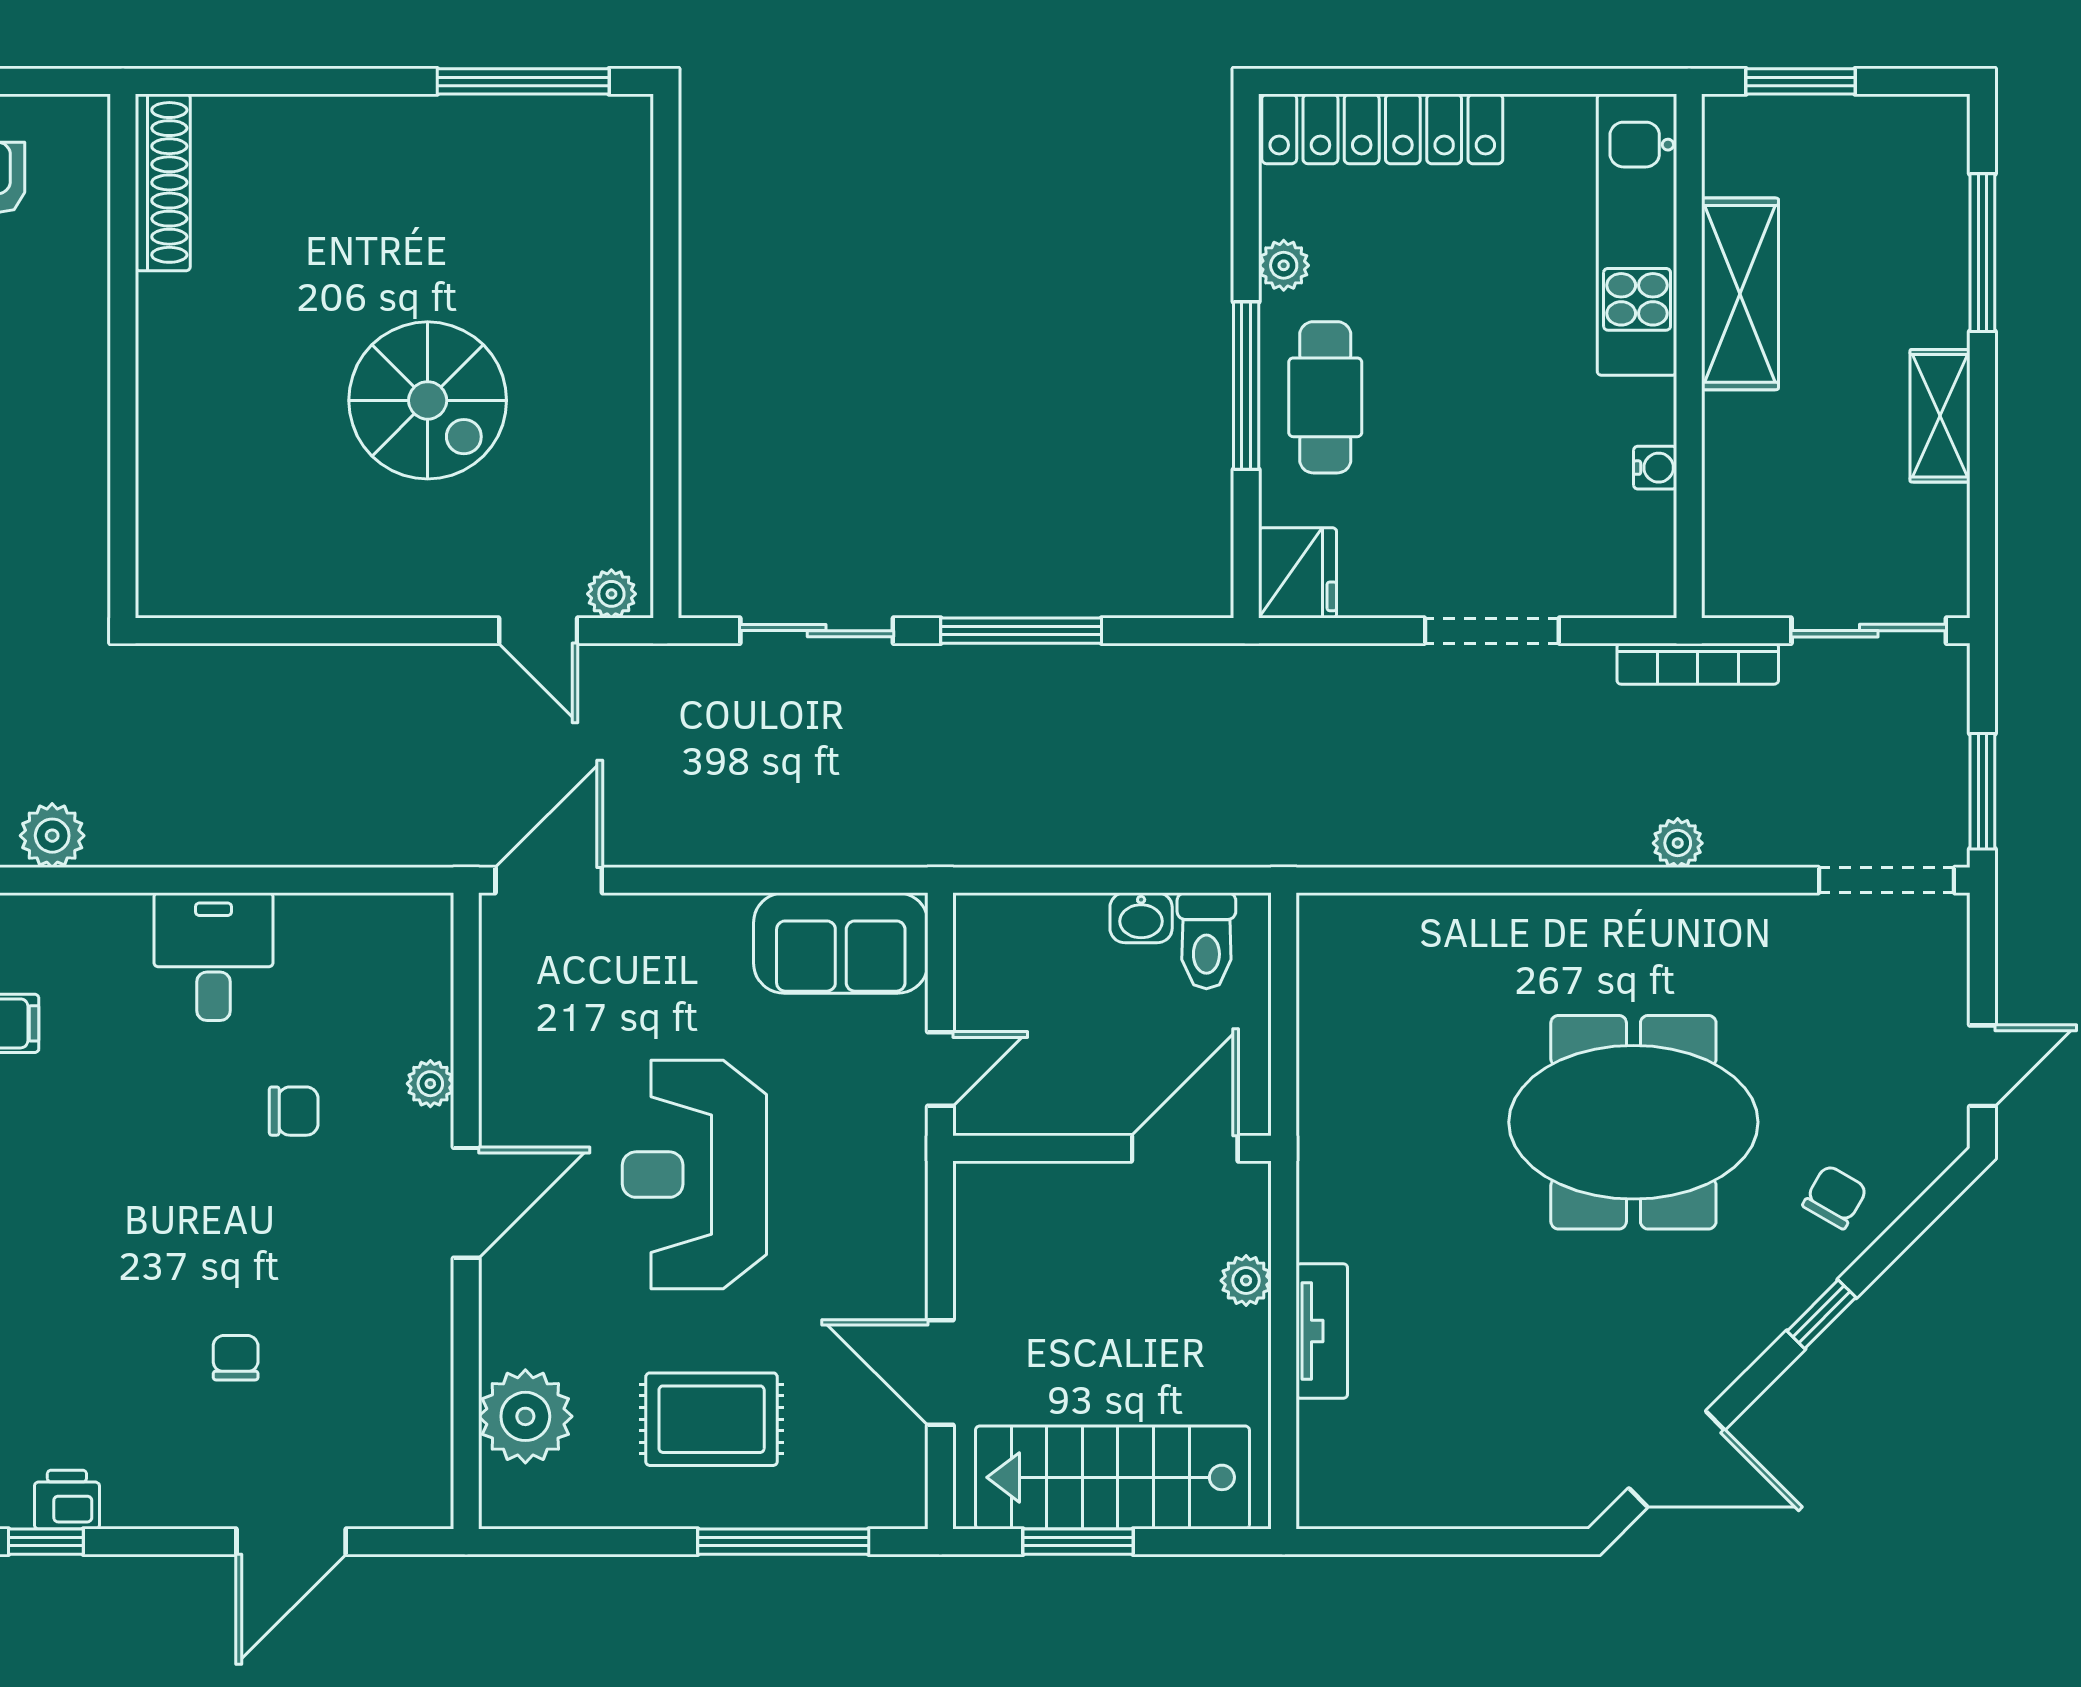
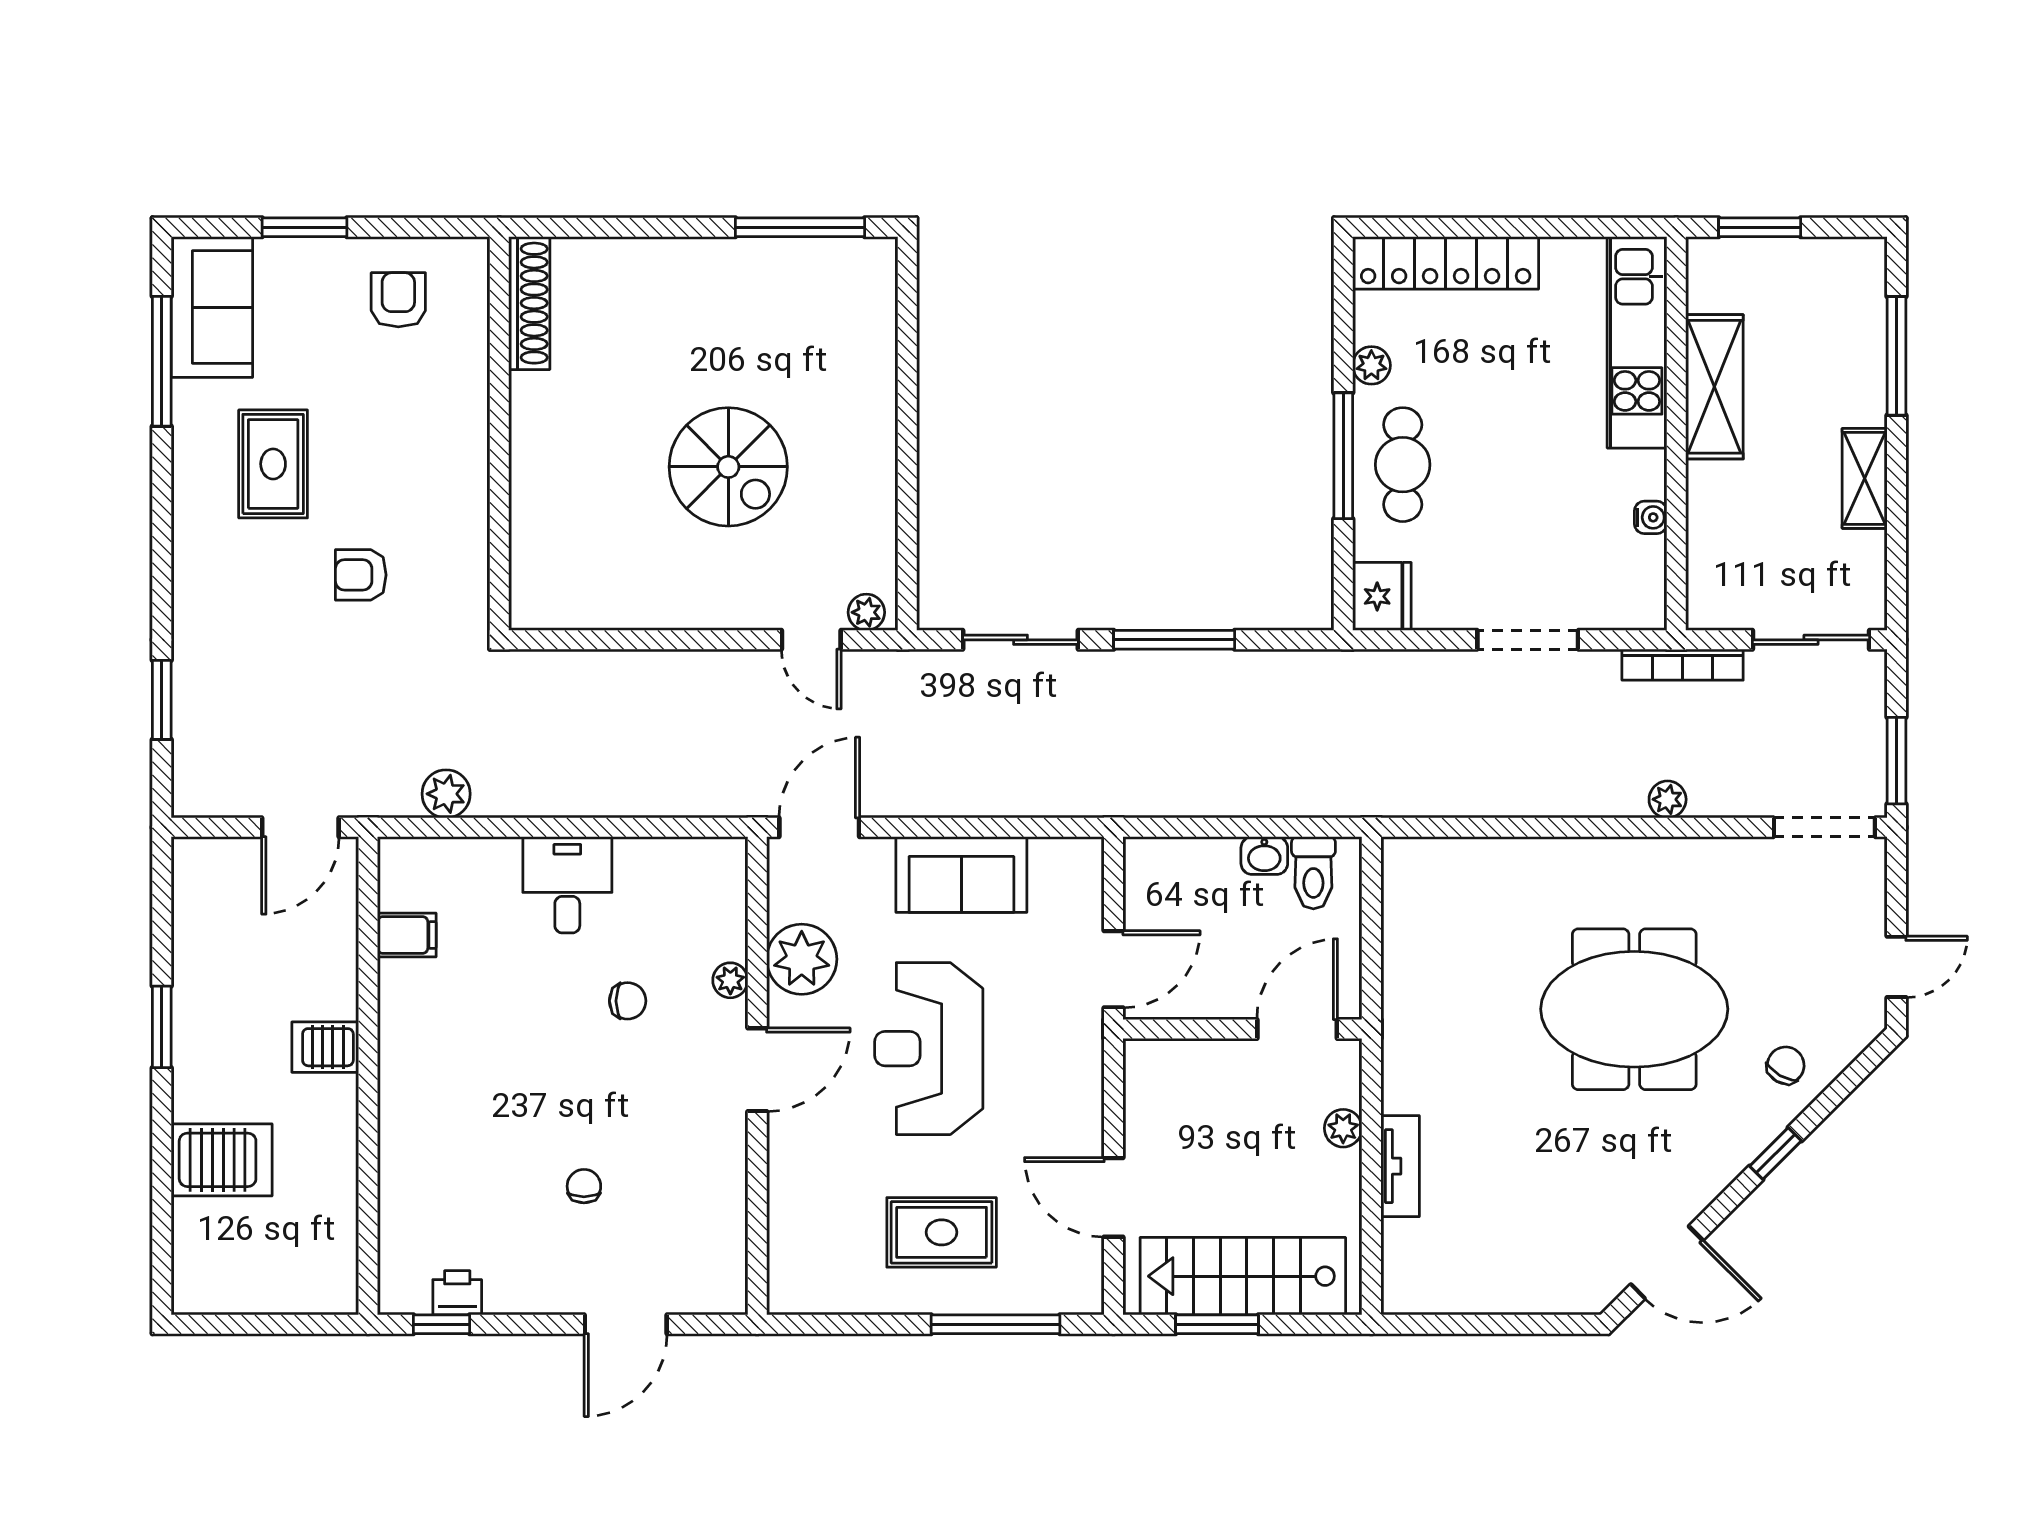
sofa: (841, 943) -> (961, 875), moved
door: (940, 1069) -> (1114, 969), width x1.38
plant: (525, 1416) -> (802, 959), moved

